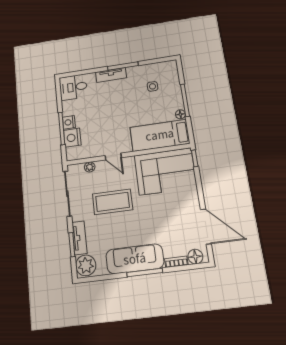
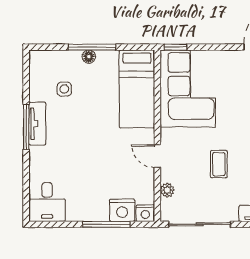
tv unit: (111, 75) -> (37, 124), moved
floor lamp: (180, 114) -> (89, 57), moved
nightstand: (69, 122) -> (145, 213), moved
door: (113, 157) -> (157, 156), swing flipped
coffee table: (113, 202) -> (219, 164), width x0.54, depth x0.58

